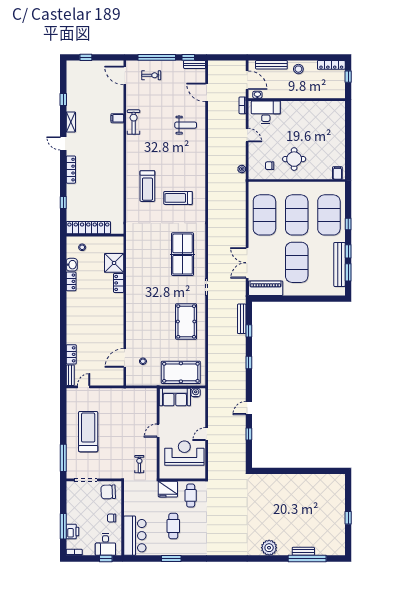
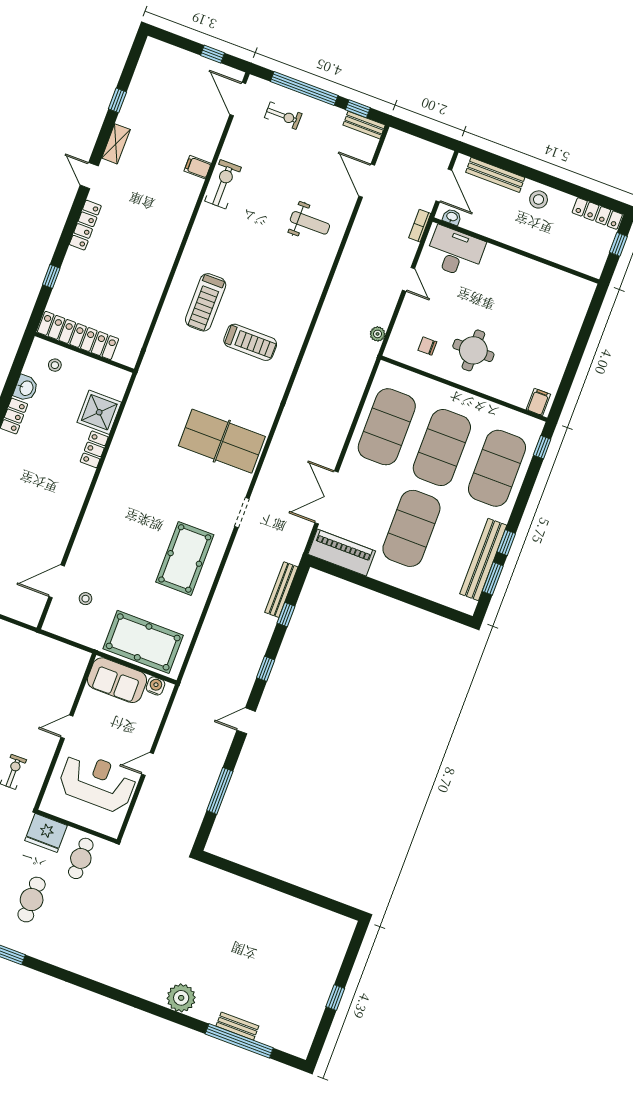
window: (86, 57) -> (212, 54), moved
treadmill: (178, 198) -> (250, 342), turned 180
window: (348, 224) -> (542, 447), moved
table tennis table: (183, 254) -> (222, 441), turned 90
door: (249, 408) -> (246, 721), moved
window: (249, 434) -> (220, 791), width x2.17

